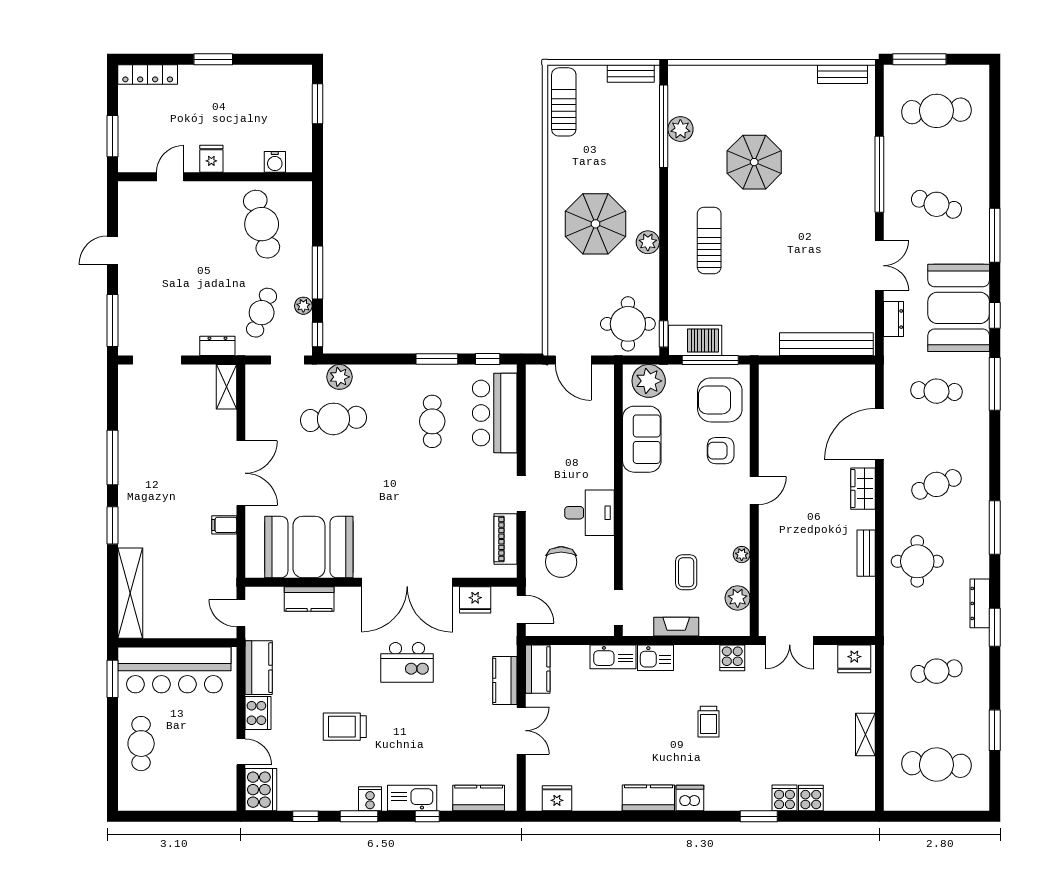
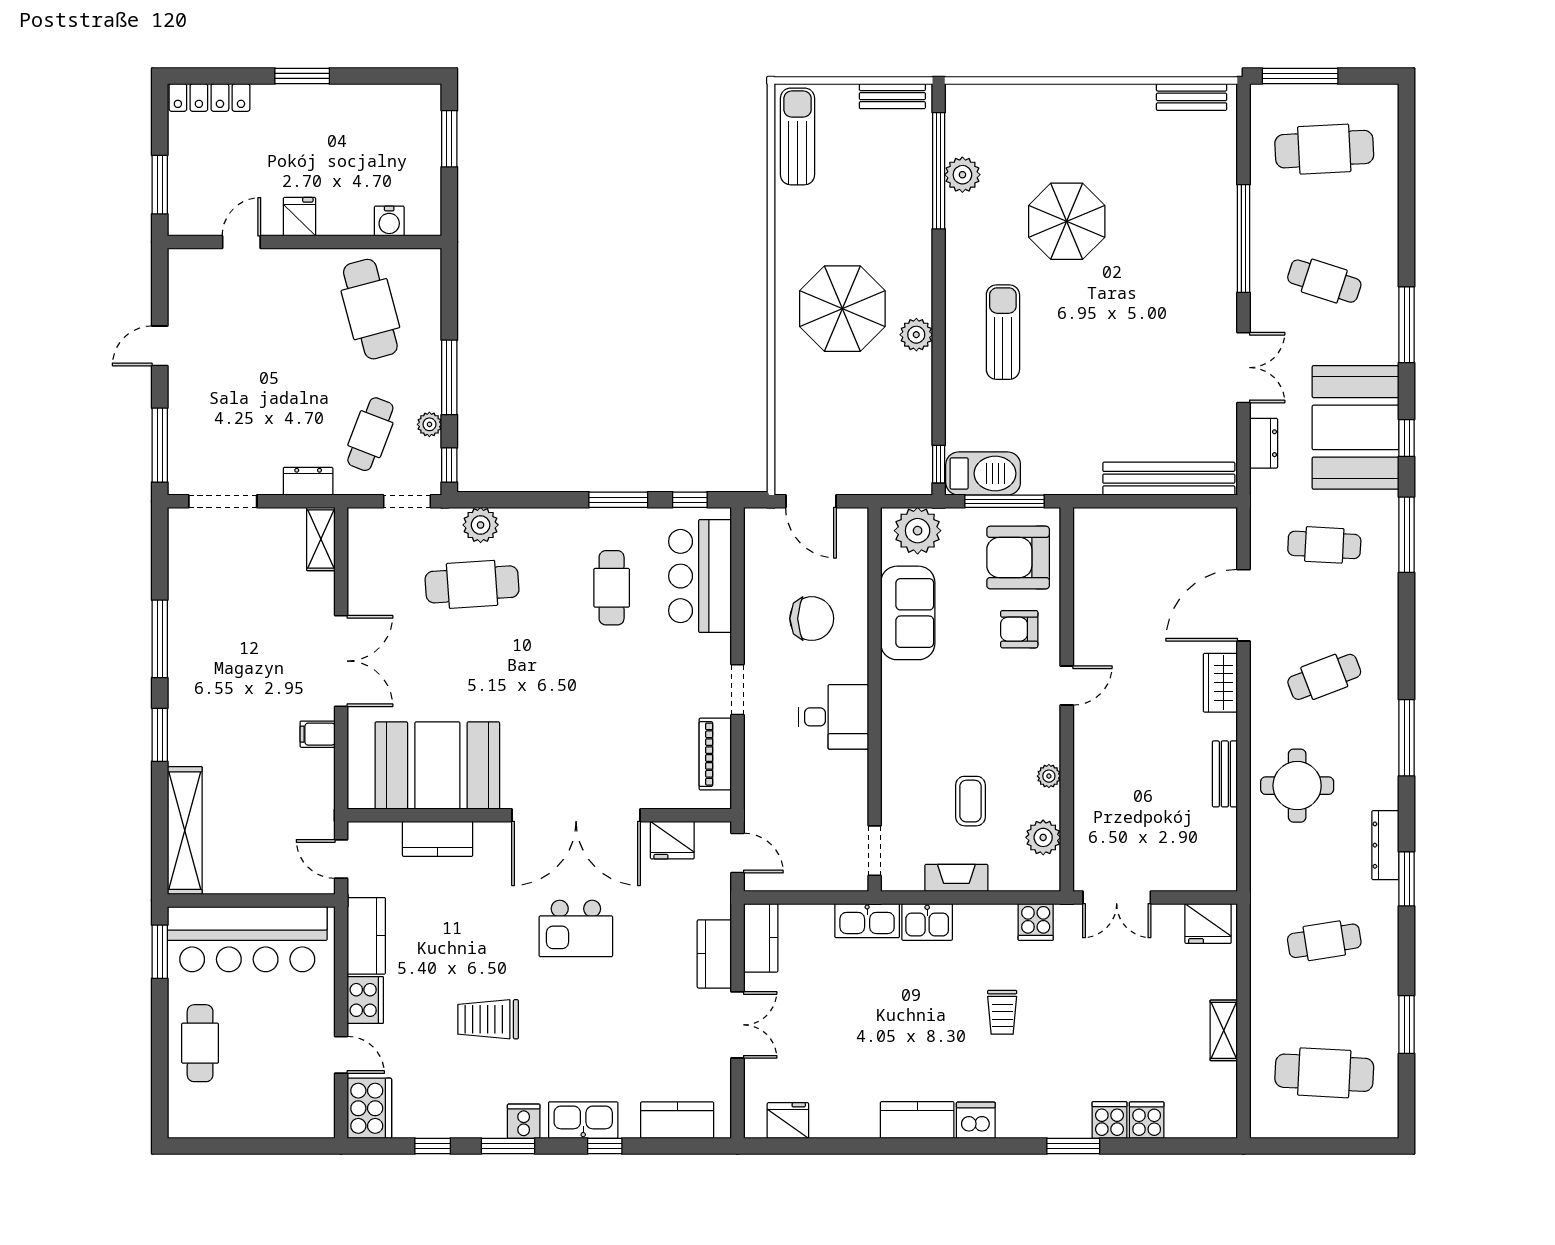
round table: (628, 324) -> (888, 450), removed
chair: (561, 562) -> (812, 619), moved, turned -90

